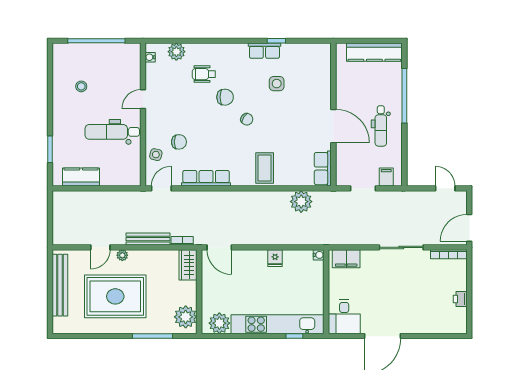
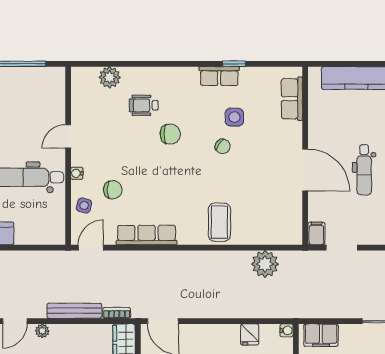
water cooler: (150, 57) -> (77, 173), moved
chair: (247, 119) -> (223, 146), moved
row of seats: (323, 169) -> (292, 99), moved
filing cabinet: (386, 177) -> (316, 233), moved
fridge: (275, 258) -> (250, 334), moved

